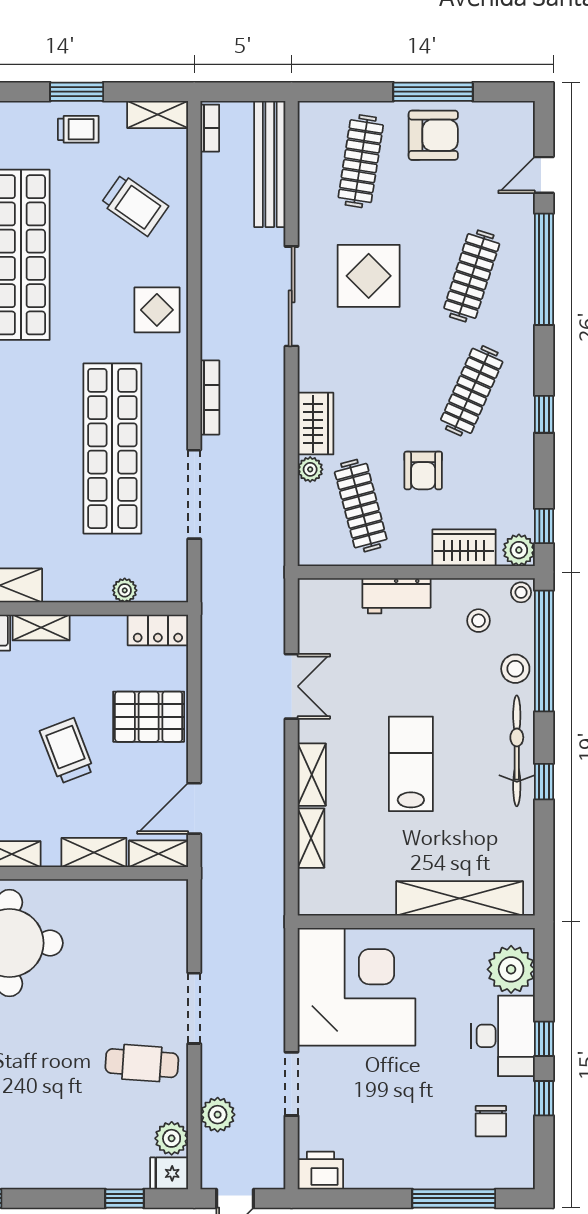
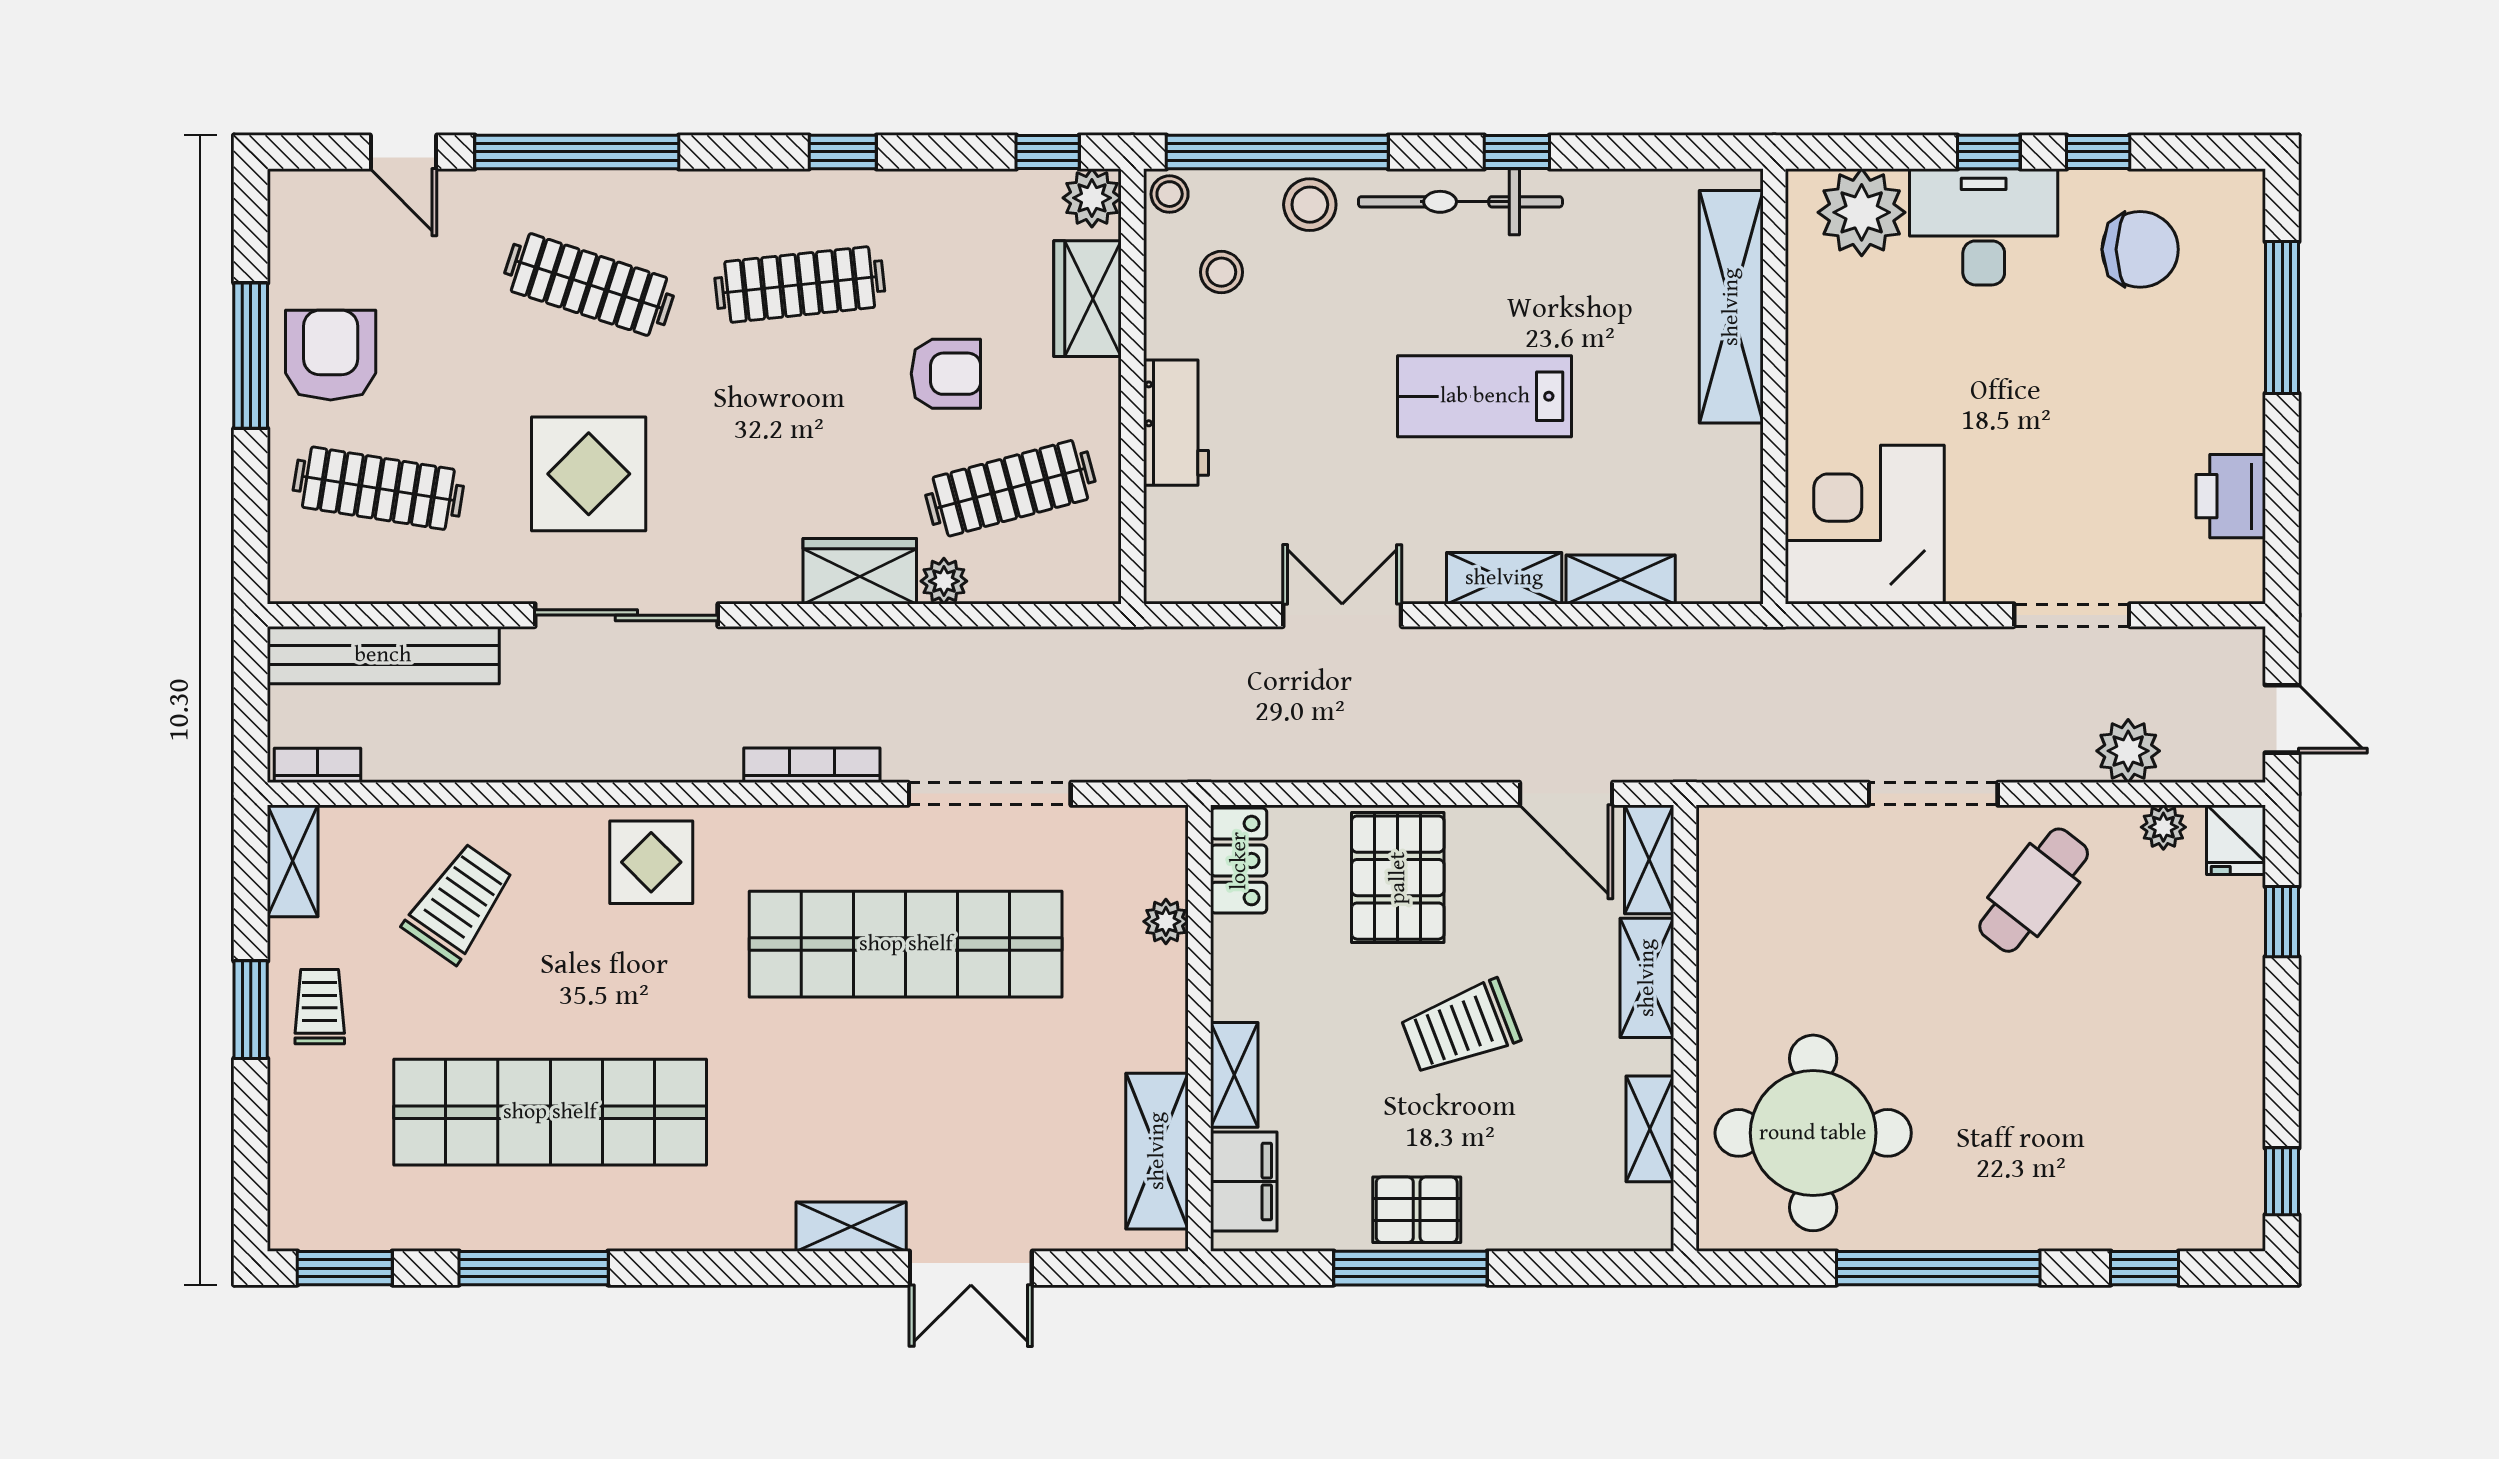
clothes rail: (472, 391) -> (800, 285), turned -30
corner desk: (357, 987) -> (1865, 525), width x0.74, depth x0.74
cafe table: (142, 1063) -> (2034, 890), turned 34
chair: (491, 1121) -> (2140, 249), width x1.37, depth x1.37
plant: (172, 1138) -> (2163, 827), width x0.73, depth x0.73
printer: (320, 1170) -> (2231, 496), moved

